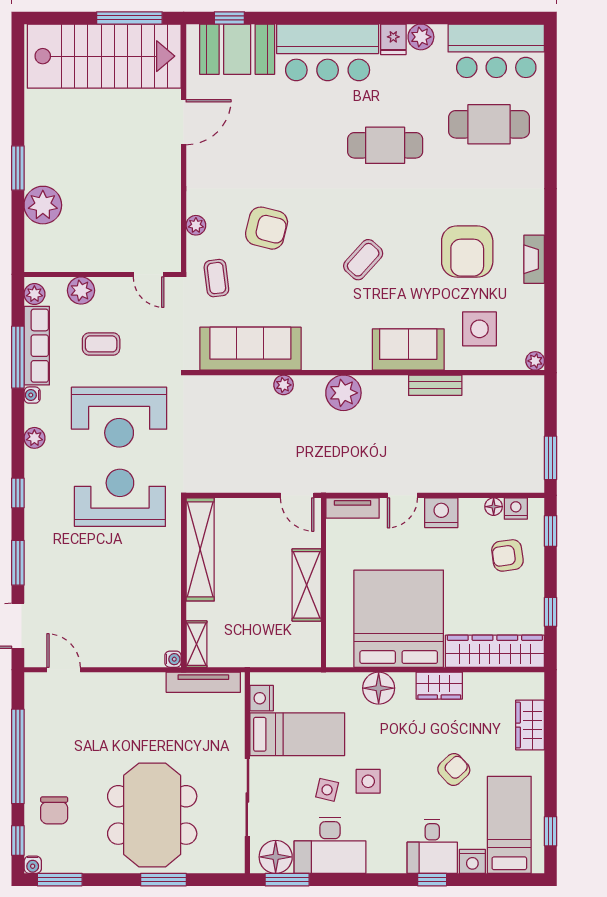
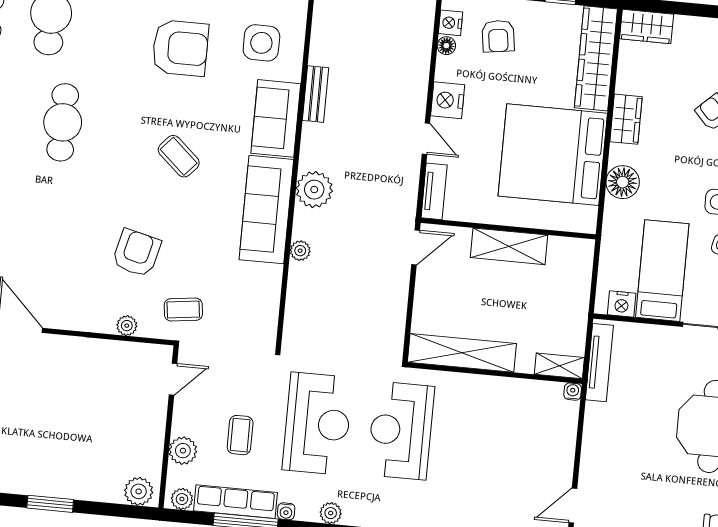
plant: (43, 205) -> (139, 491), moved, width x0.73, depth x0.73
sofa: (250, 349) -> (266, 210), moved
wardrobe: (530, 725) -> (647, 27), moved

